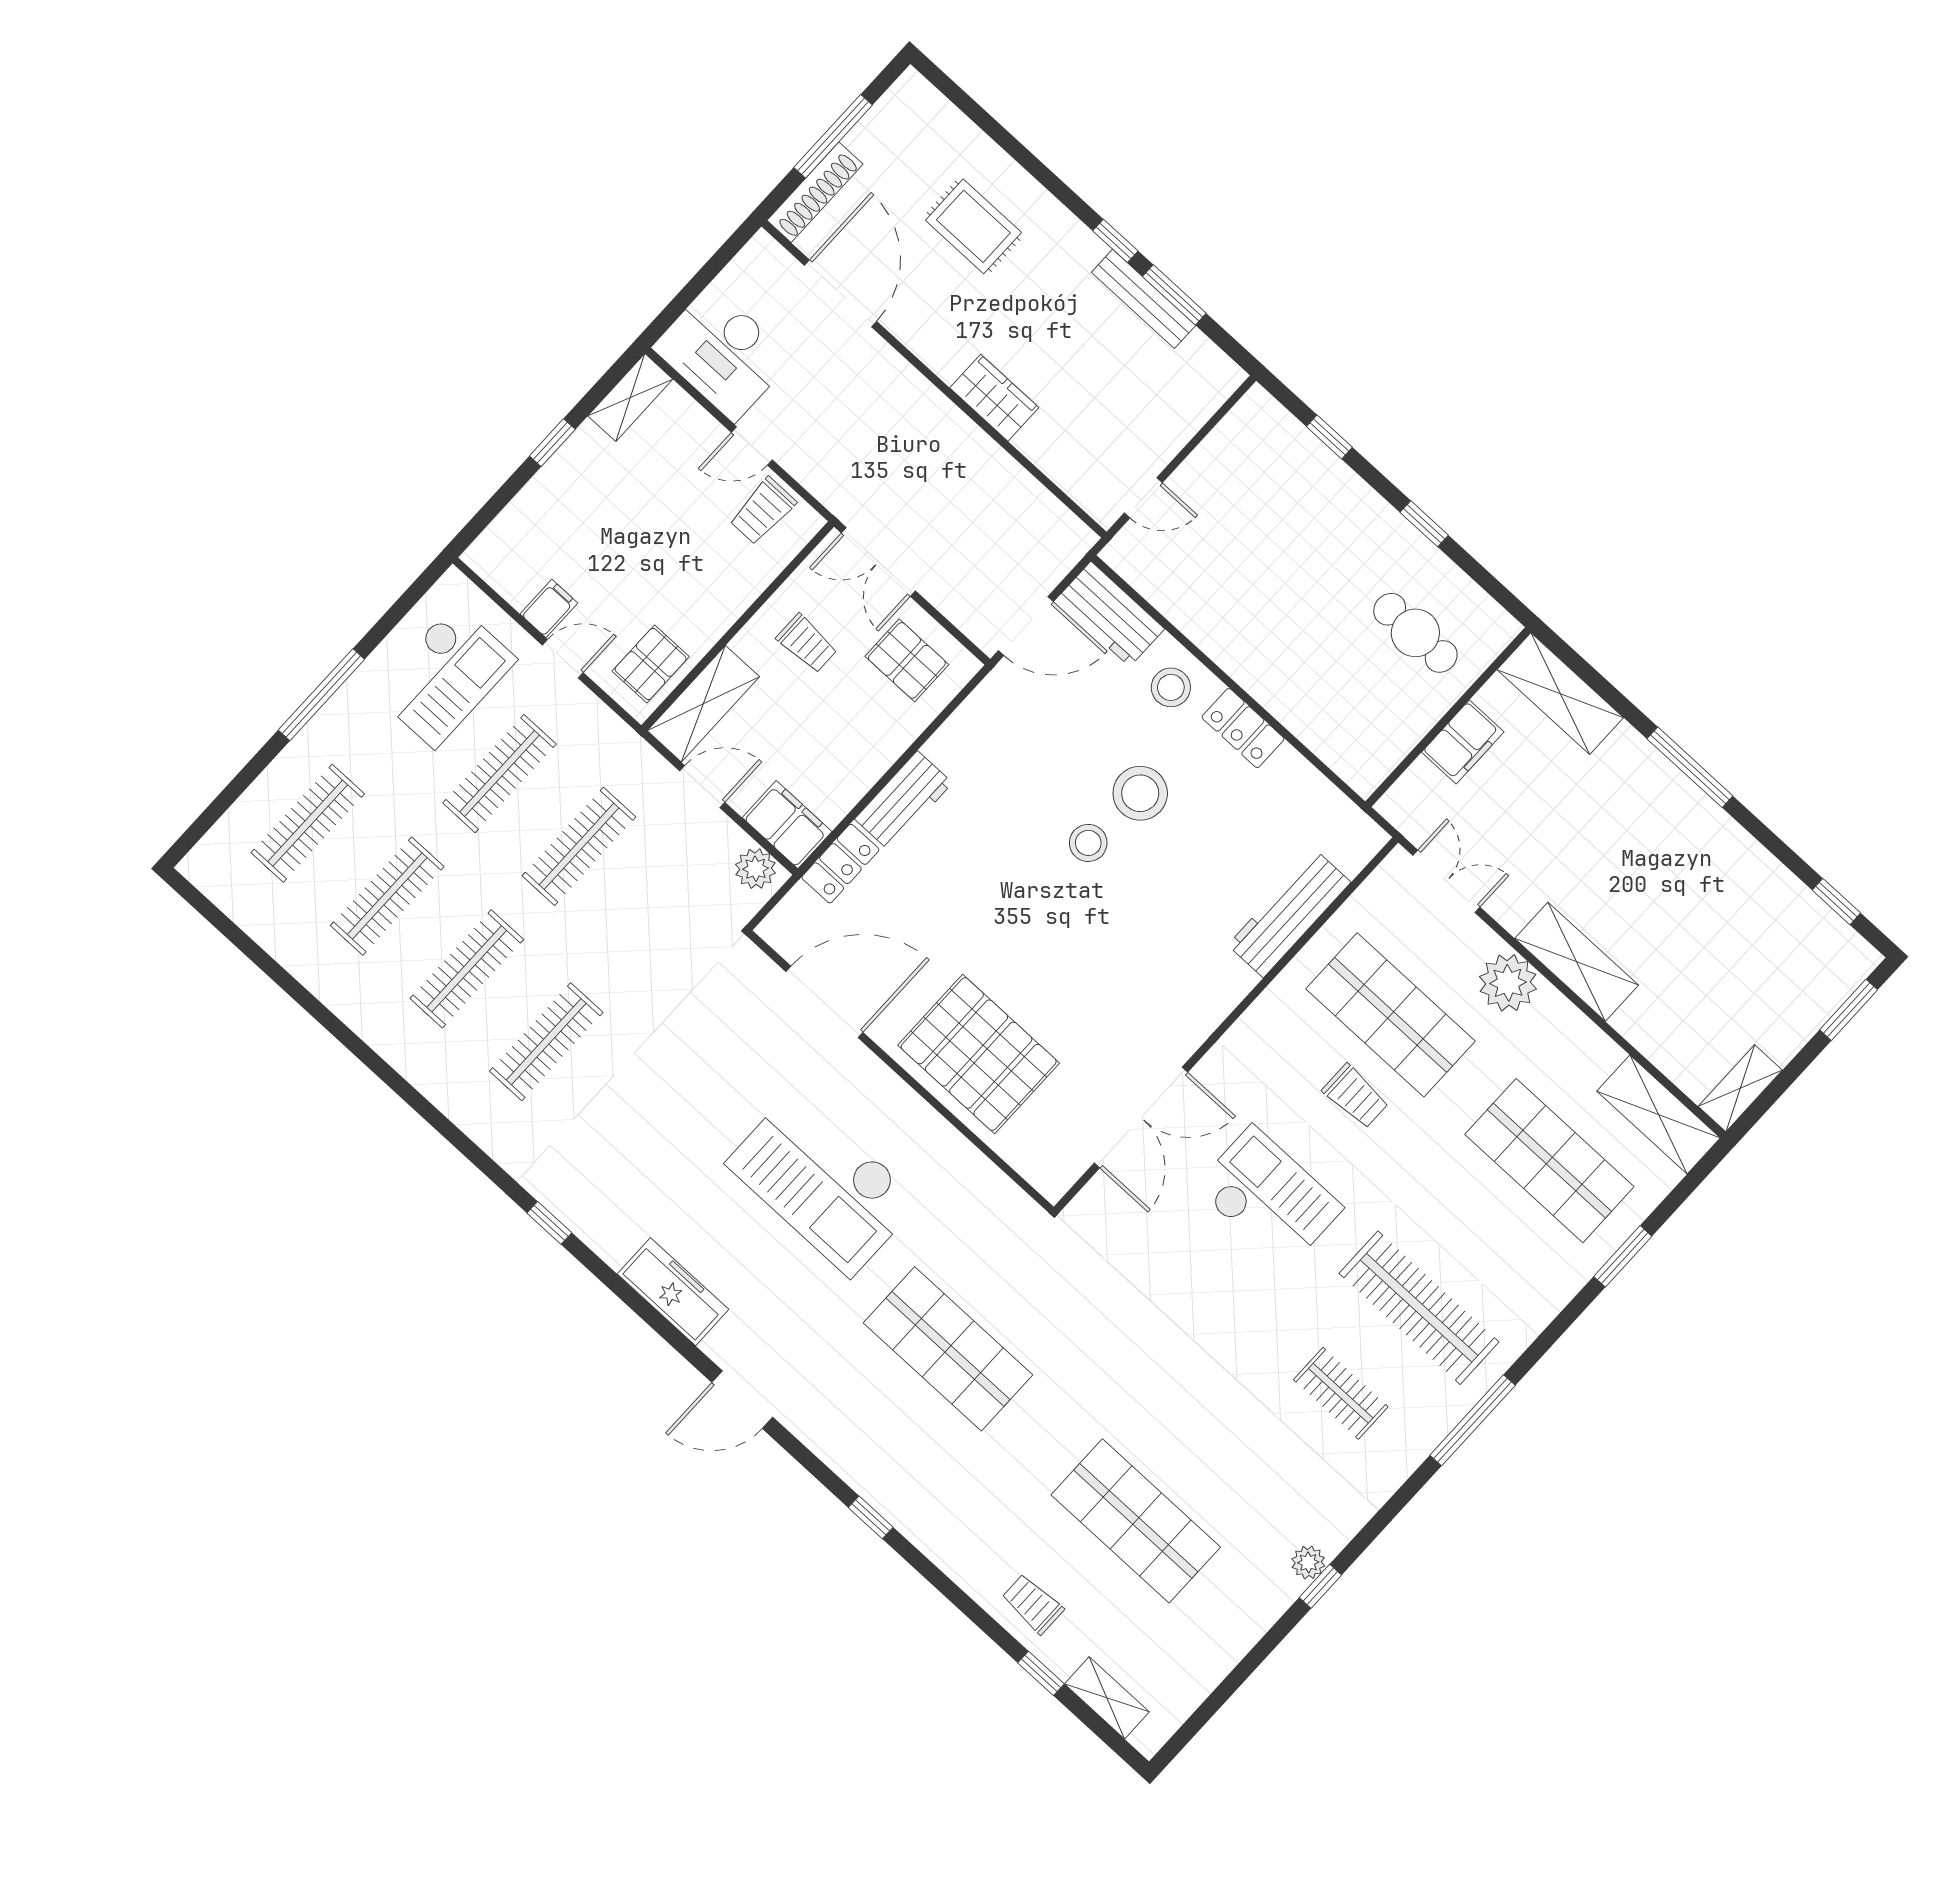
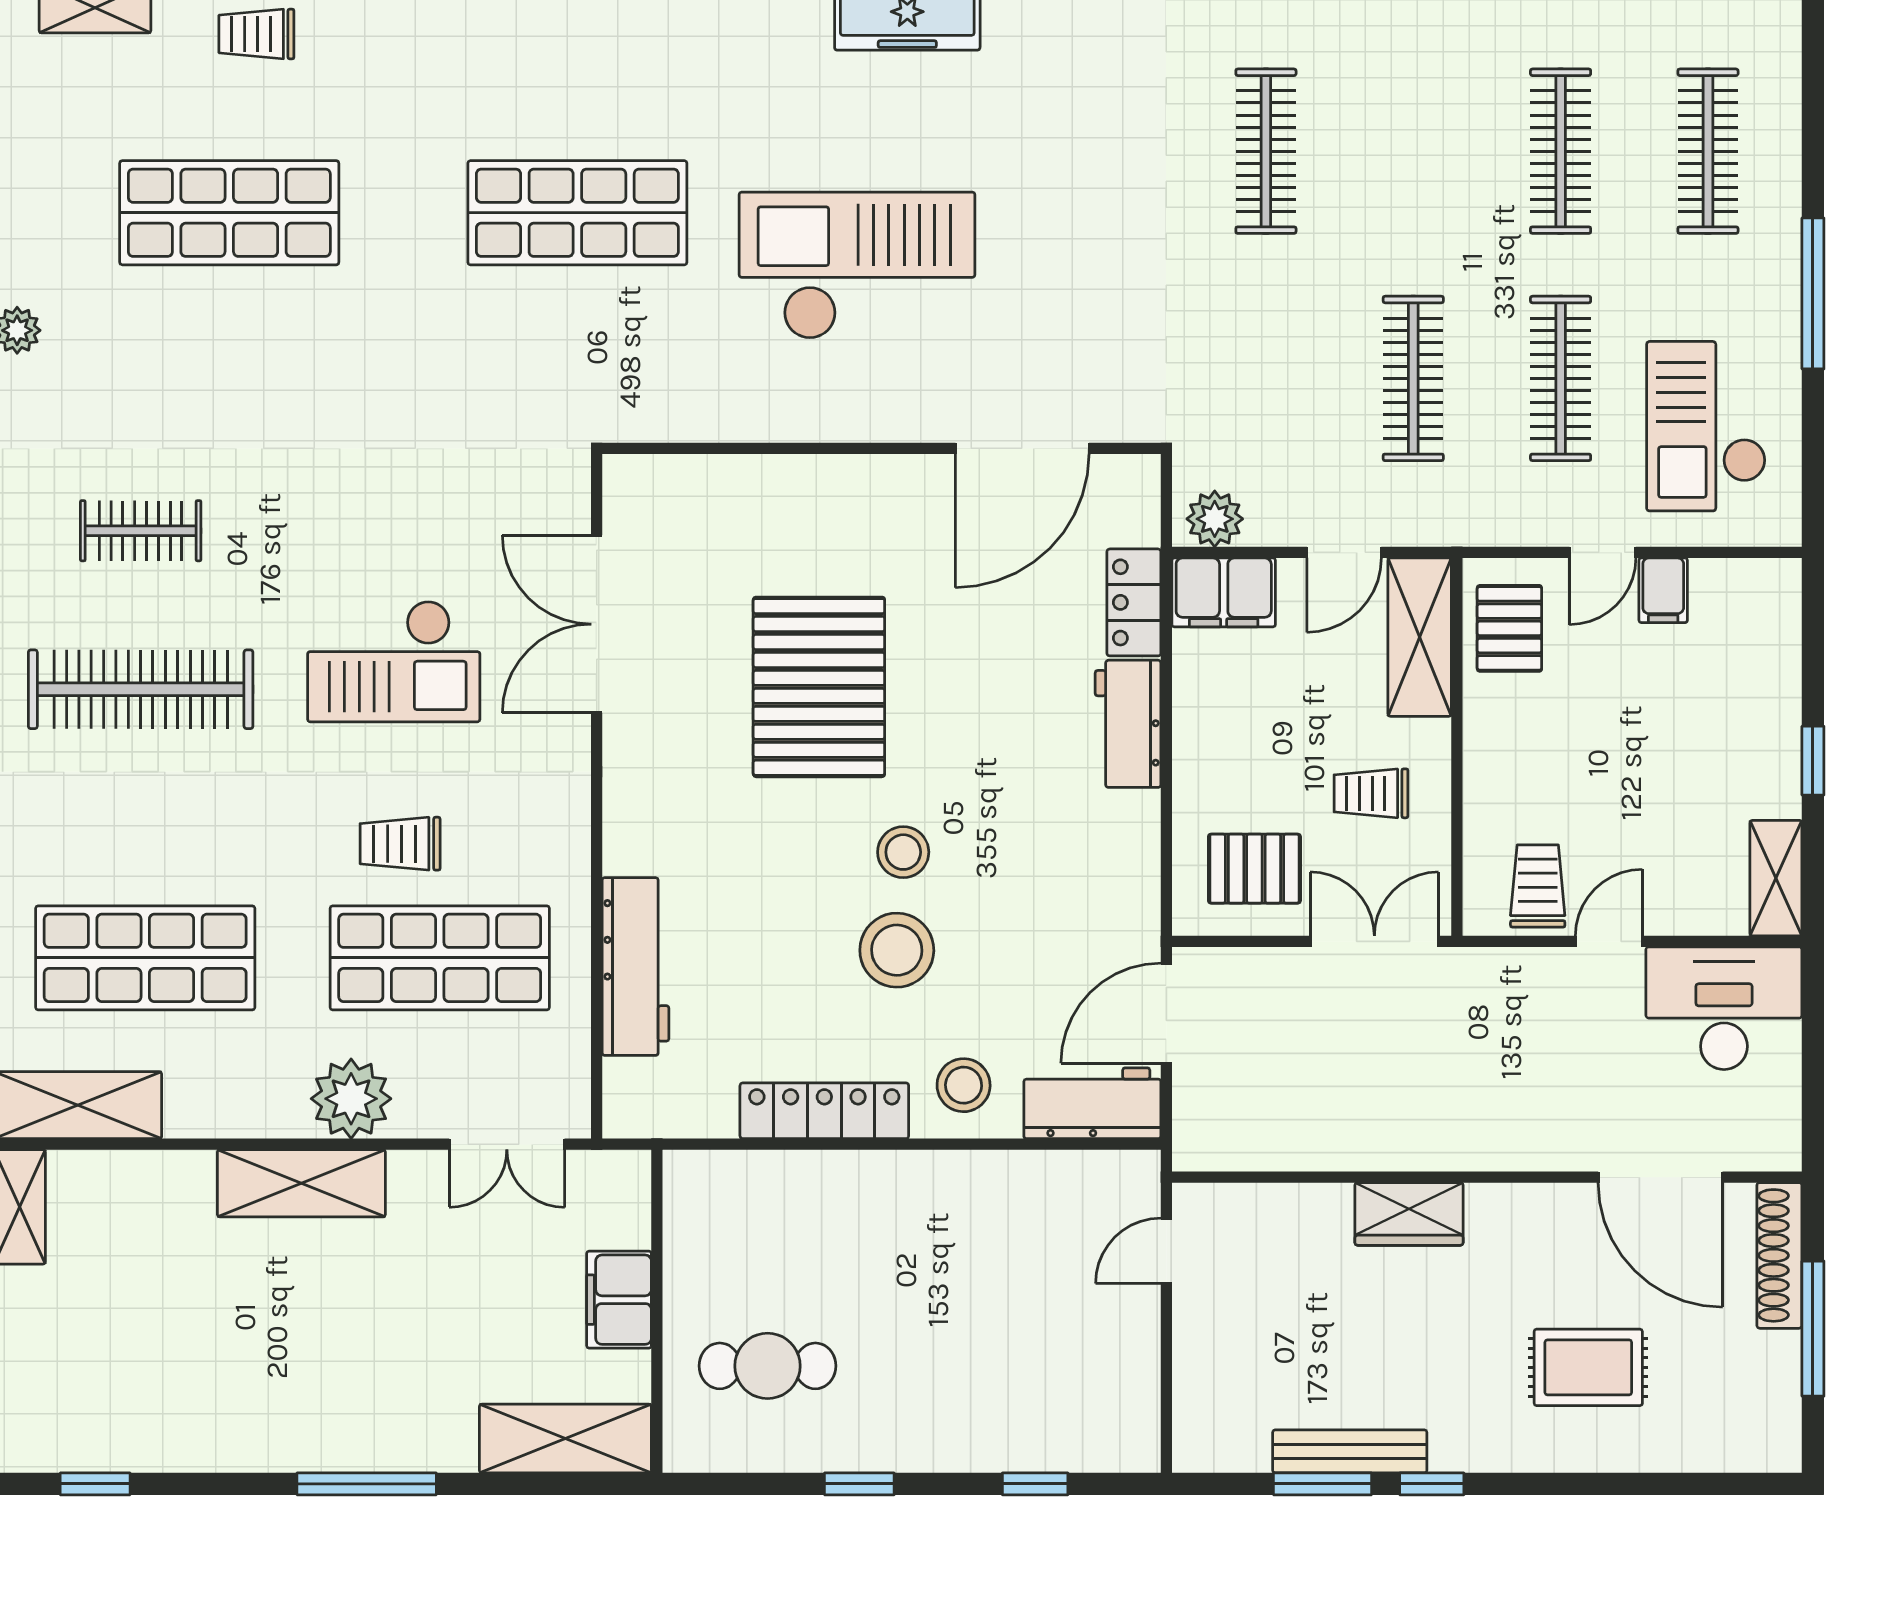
locker: (1243, 728) -> (824, 1111), width x1.53
clothes rail: (467, 969) -> (1413, 151), removed
pallet: (979, 1054) -> (819, 687), moved, turned 90
trolley: (1033, 1604) -> (256, 34), turned 180

